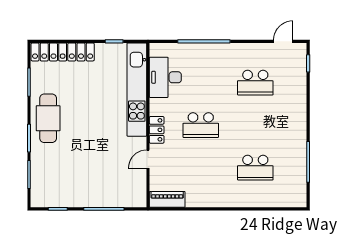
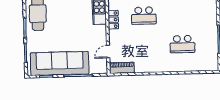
door: (148, 159) -> (108, 52), moved
sofa: (78, 191) -> (60, 63), added

